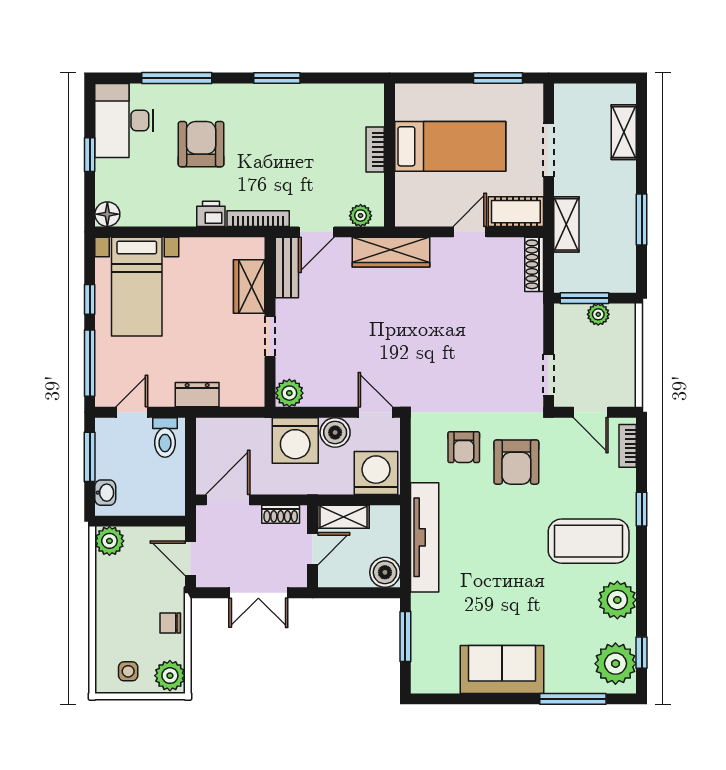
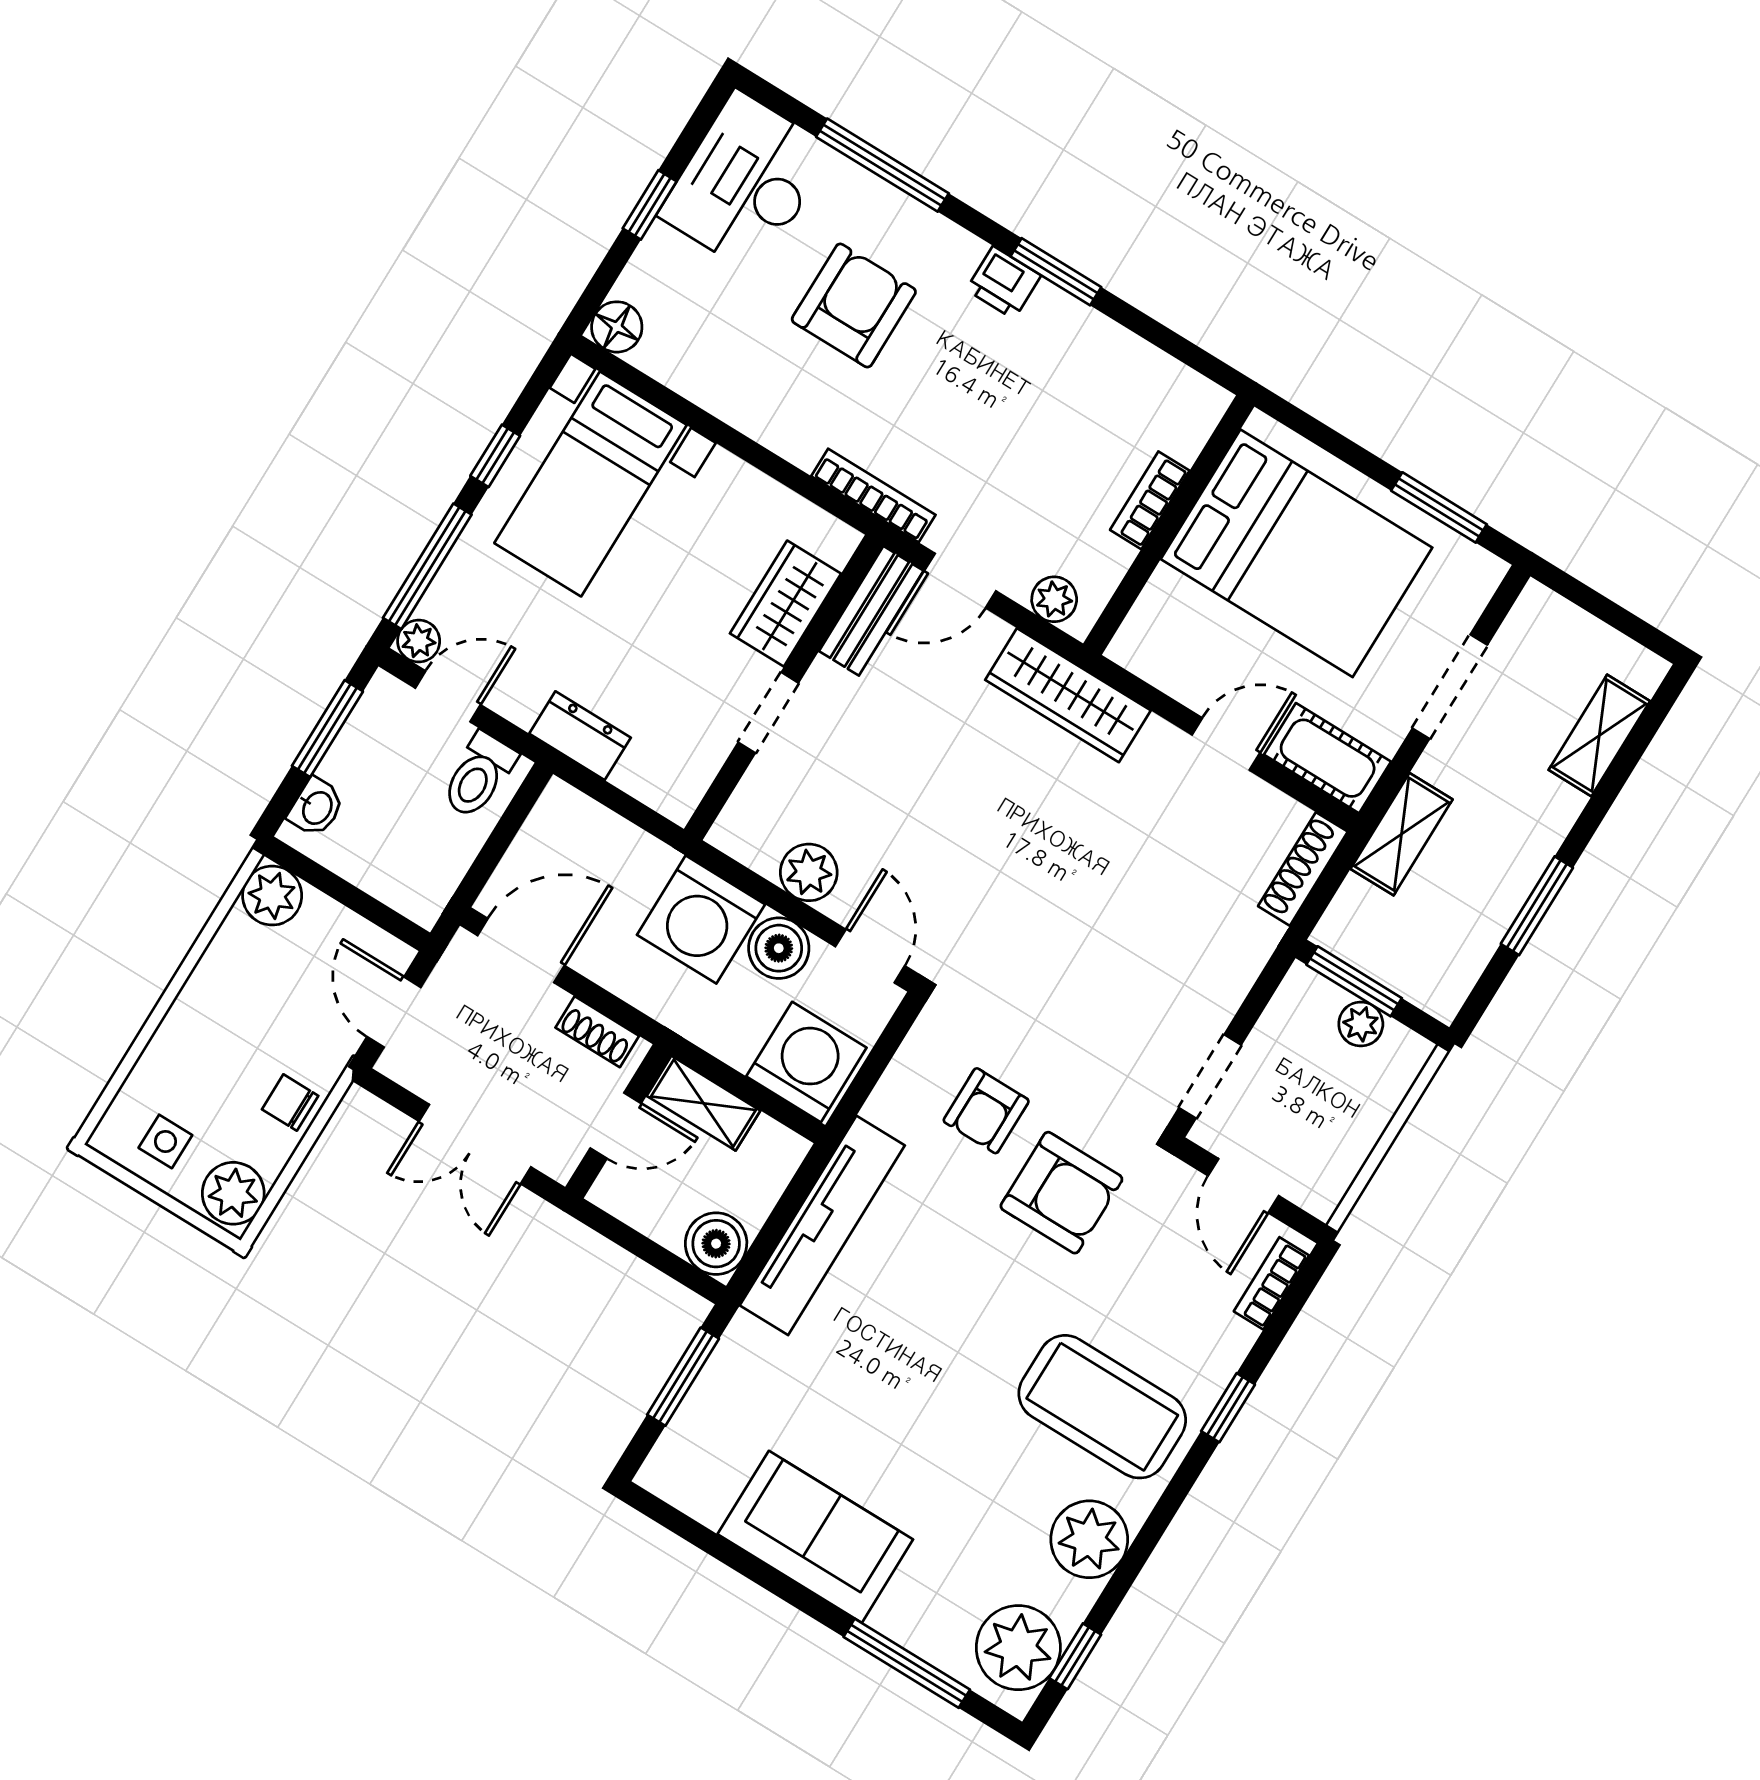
bed: (450, 146) -> (1297, 553), width x1.50
printer: (211, 214) -> (1003, 283), moved, turned 180
plant: (289, 393) -> (809, 872), moved
plant: (105, 397) -> (419, 641), added
armchair: (516, 462) -> (1061, 1193), turned -90

